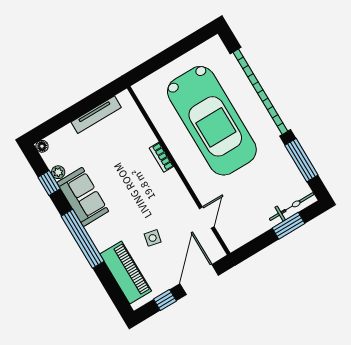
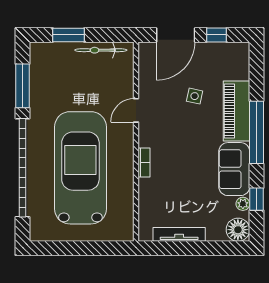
floor lamp: (42, 146) -> (238, 230), width x1.89, depth x1.89
bicycle: (292, 207) -> (101, 50), moved
door: (207, 218) -> (136, 110), moved
piano: (126, 272) -> (237, 111), moved

